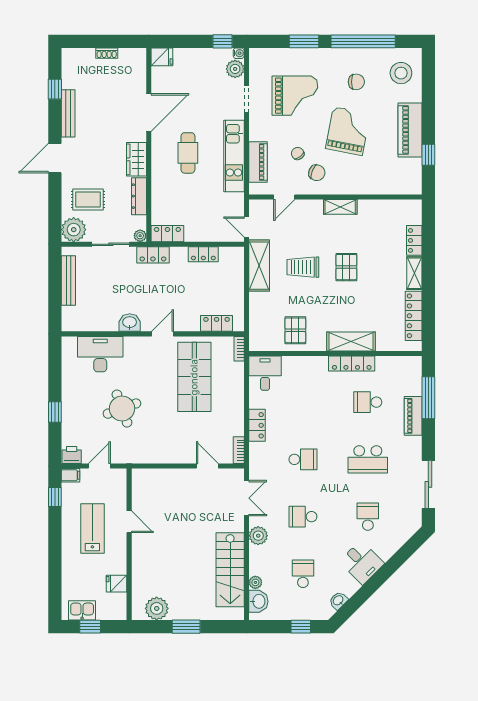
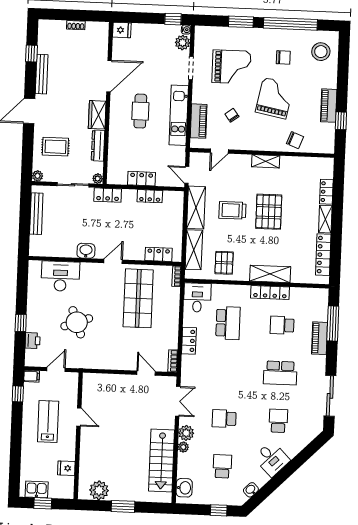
piano: (410, 130) -> (329, 106), width x0.73, depth x0.75
chair: (317, 173) -> (295, 140), moved
plant: (74, 230) -> (37, 176), width x0.53, depth x0.53
locker: (167, 234) -> (142, 179), moved
pallet: (346, 267) -> (269, 212), width x1.50, depth x1.42
shelving: (258, 316) -> (194, 250), added
printer: (72, 455) -> (33, 341), moved, turned 90
school desk: (303, 459) -> (228, 323), moved, width x1.85
plant: (255, 582) -> (183, 447), moved

